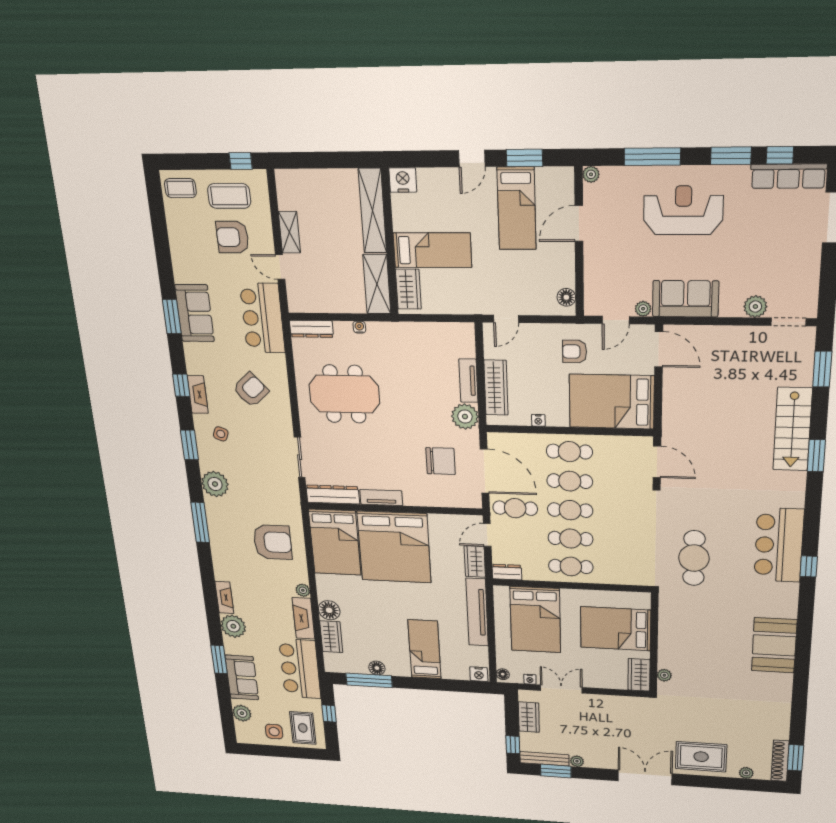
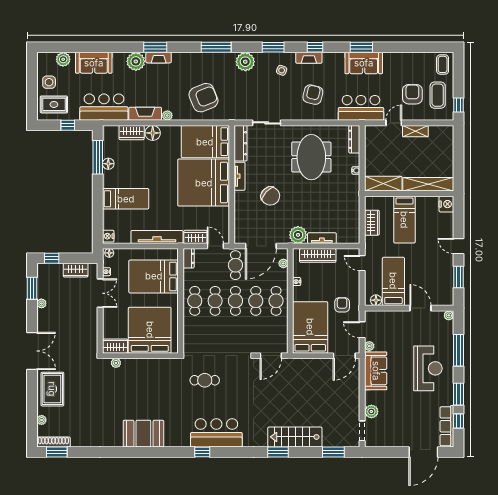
bed: (517, 209) -> (393, 281), moved, turned 90
wardrobe: (408, 289) -> (372, 223), moved, turned -90
armchair: (251, 390) -> (313, 95), turned -124
plant: (510, 439) -> (283, 263), added
chair: (440, 461) -> (270, 196), moved, turned -48
armchair: (273, 542) -> (203, 98), turned -112
cafe table: (694, 558) -> (205, 380), width x0.73, depth x0.74
bed: (616, 629) -> (150, 330), width x1.36
window: (219, 659) -> (155, 47), moved
bench: (544, 759) -> (42, 280), removed

